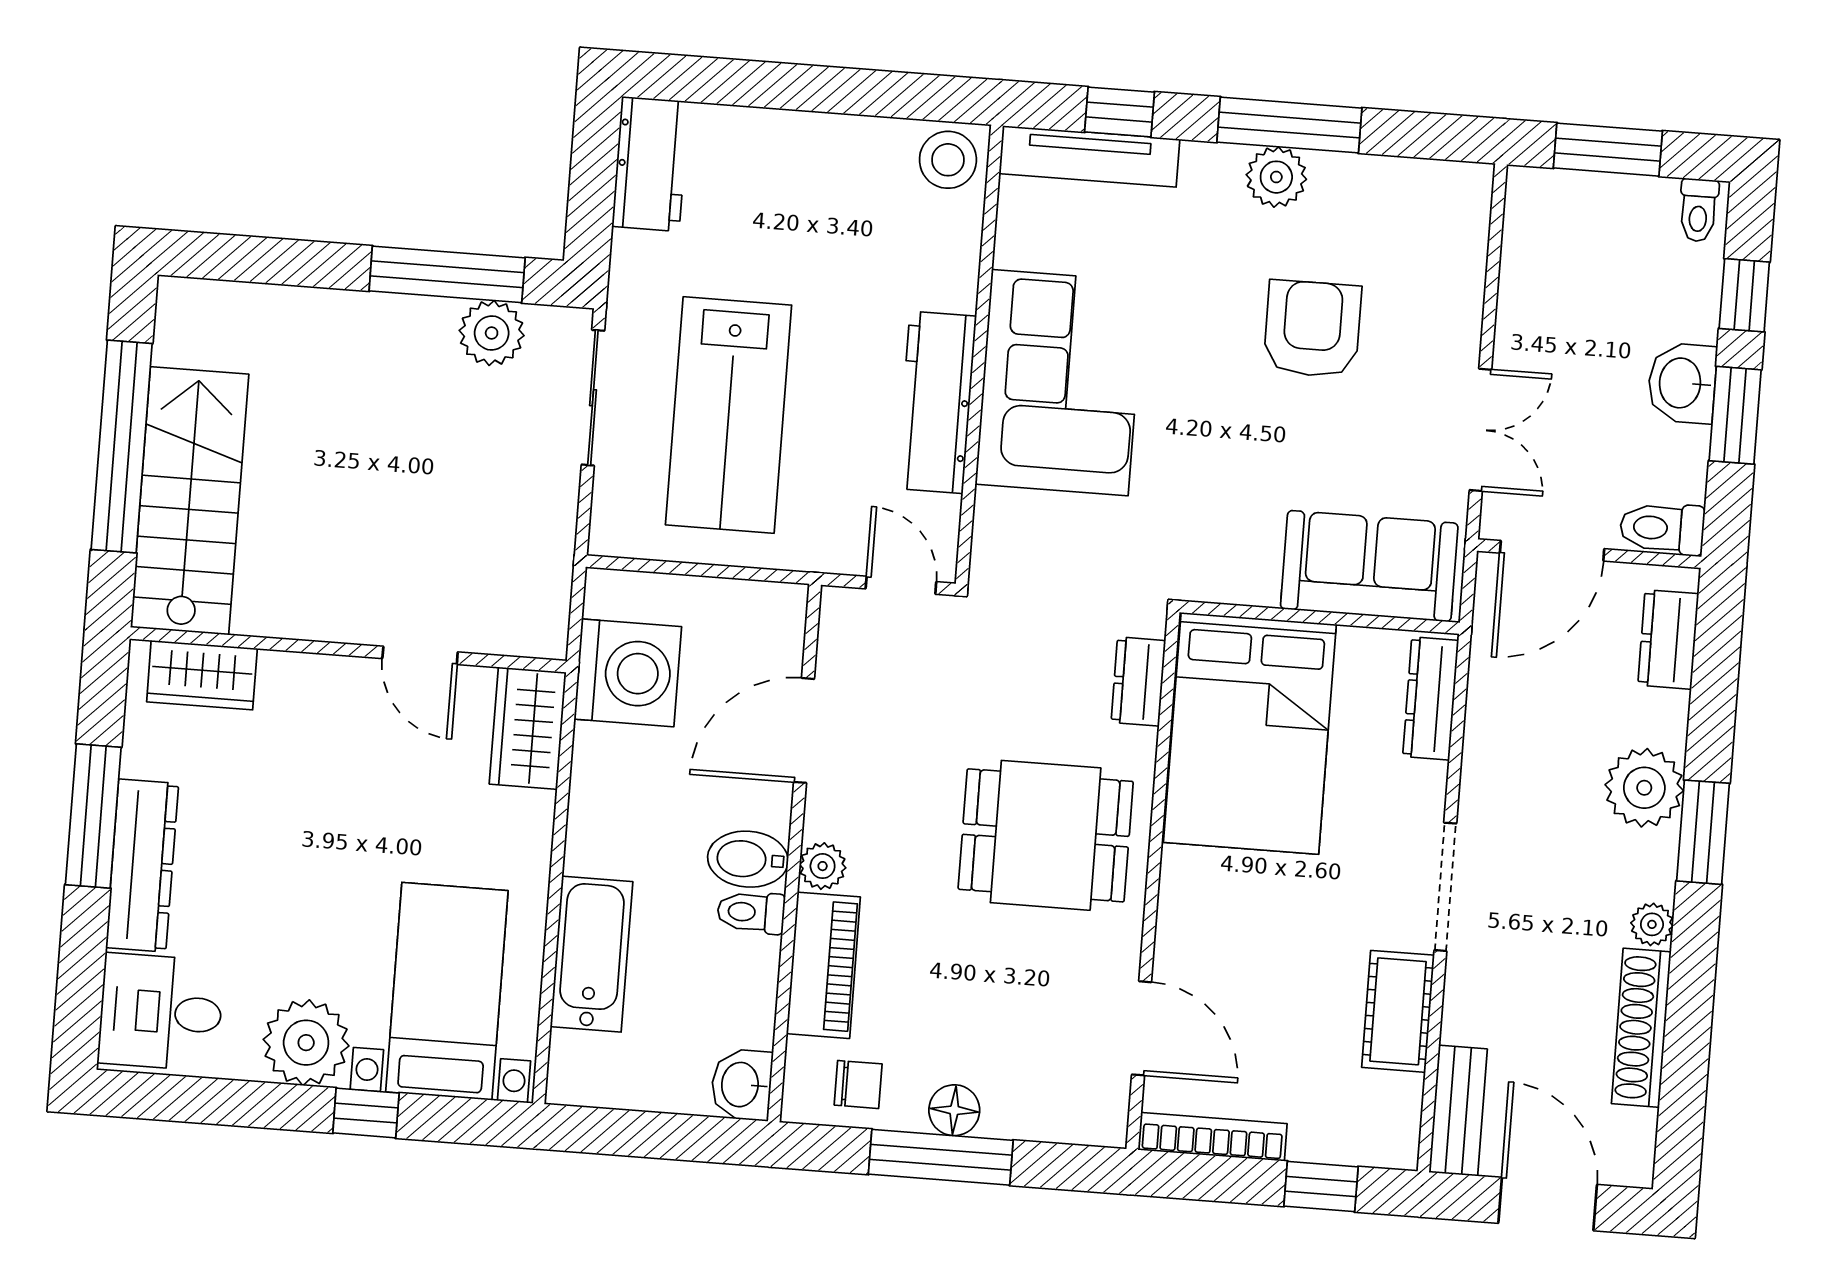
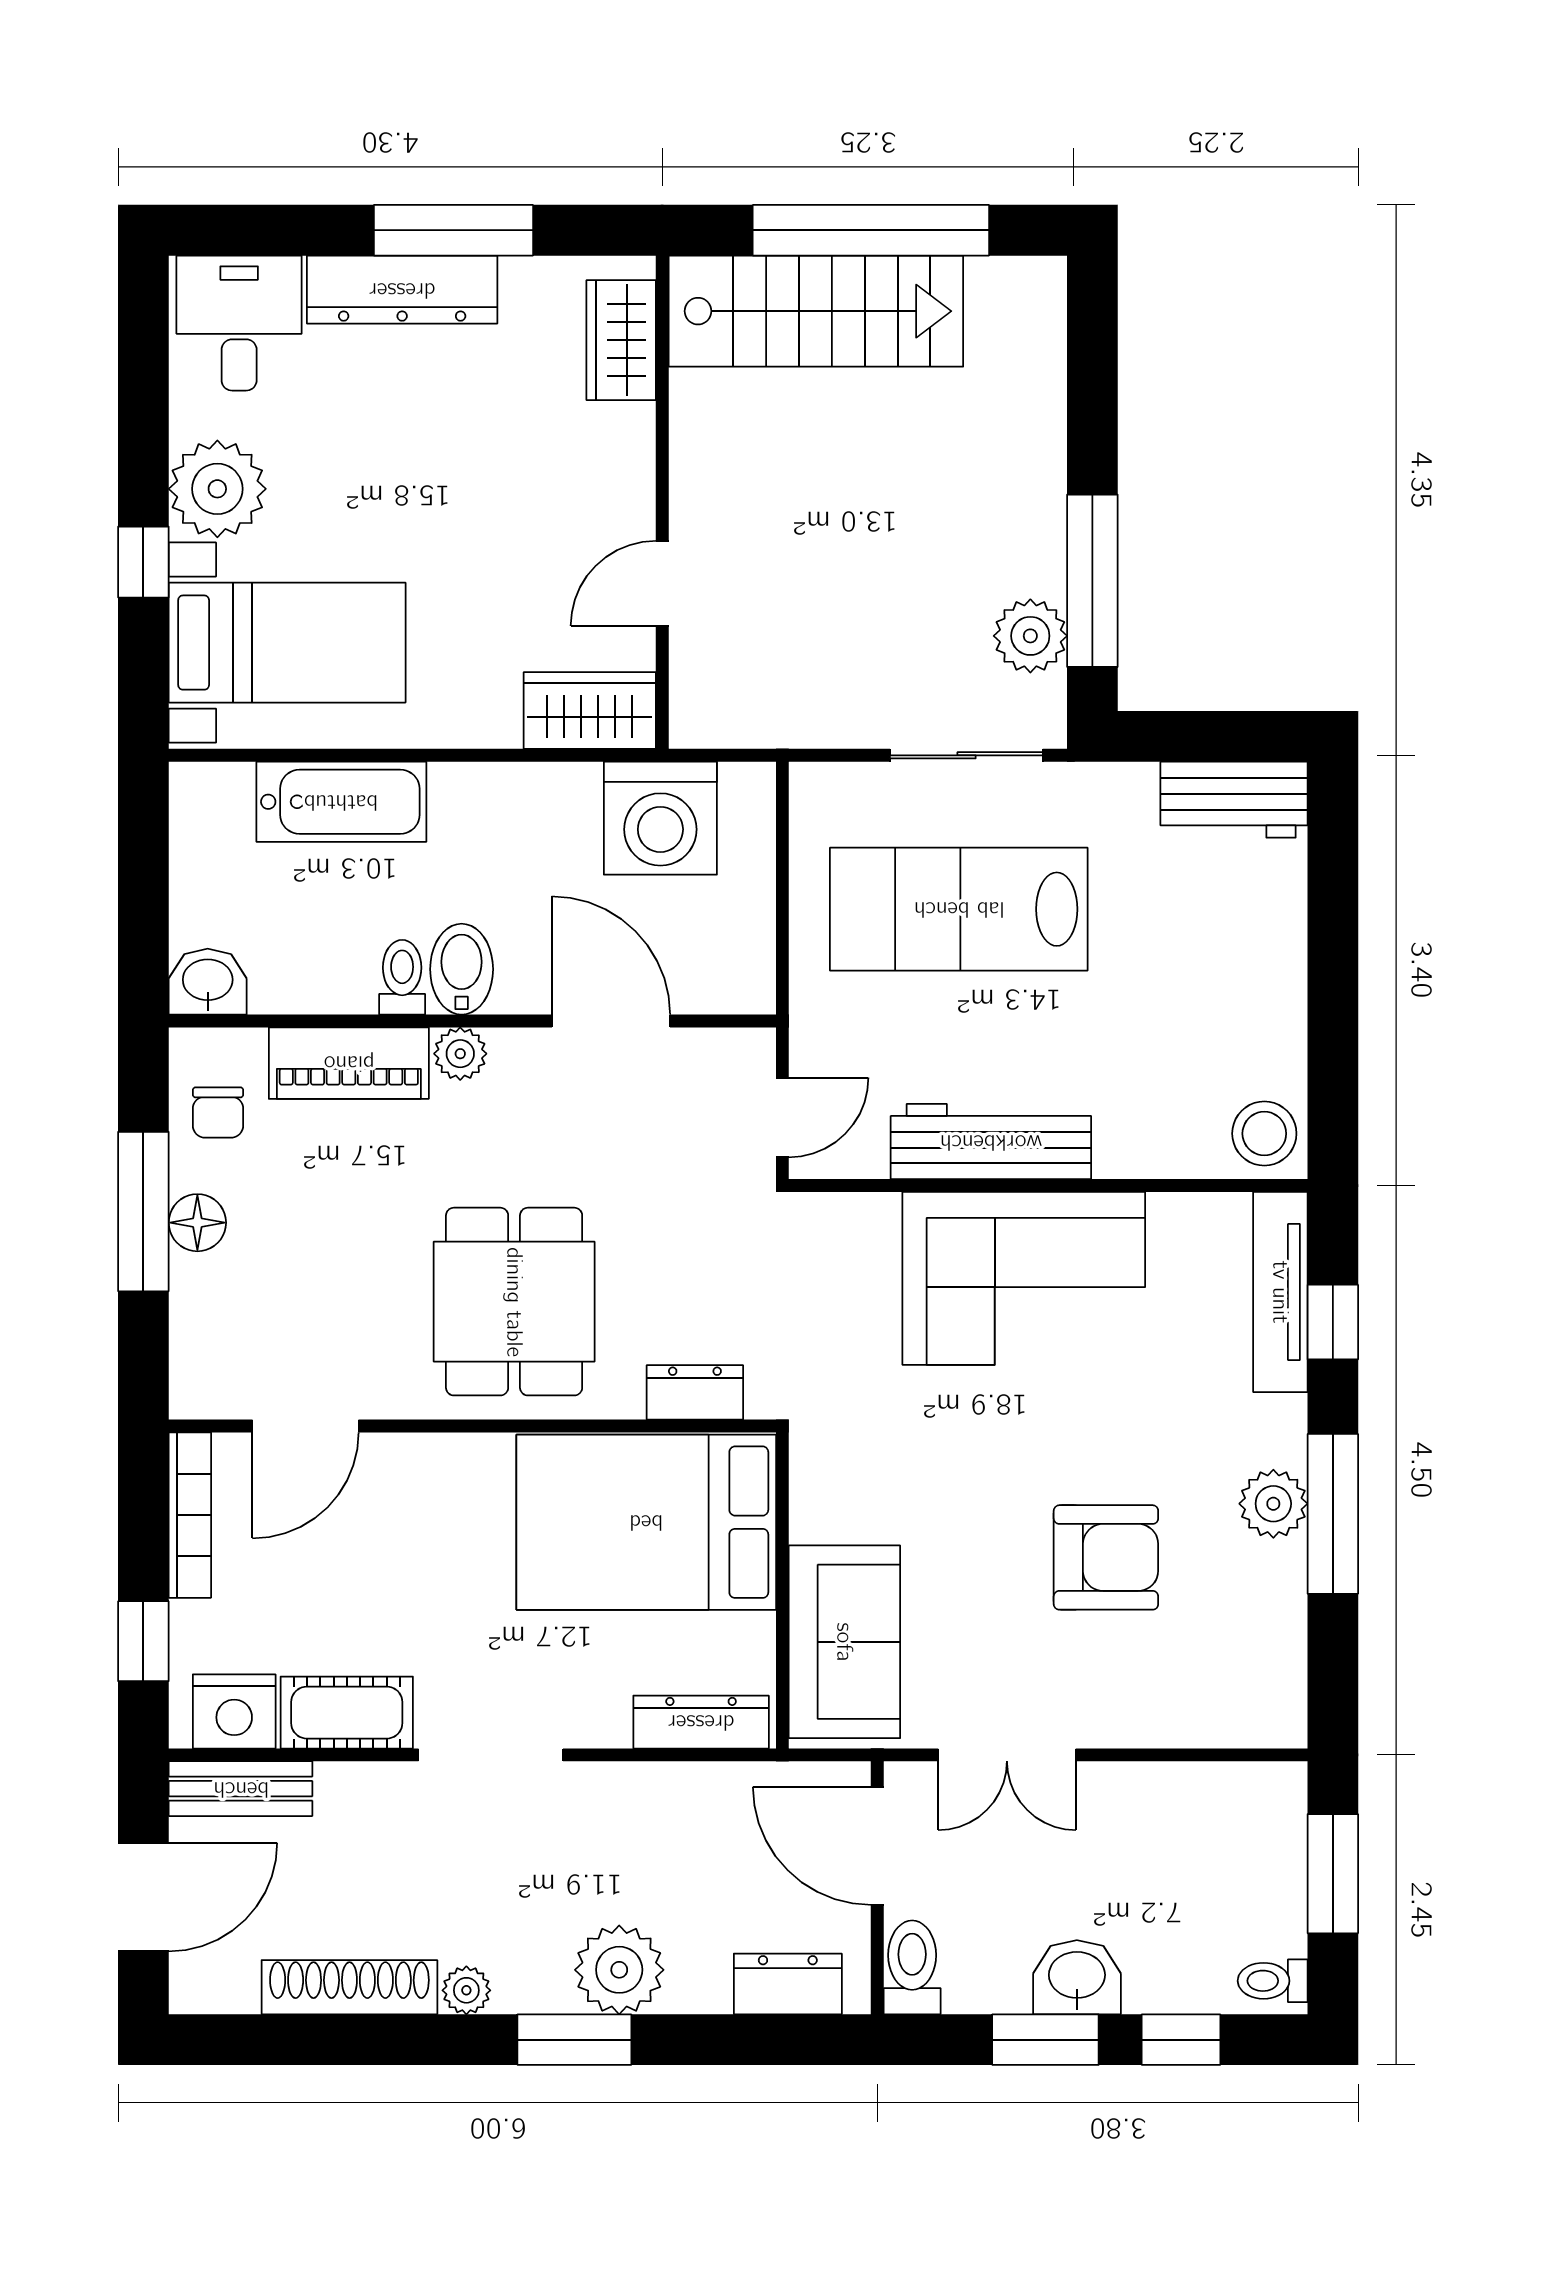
nightstand: (1389, 1111) -> (234, 1711), added

